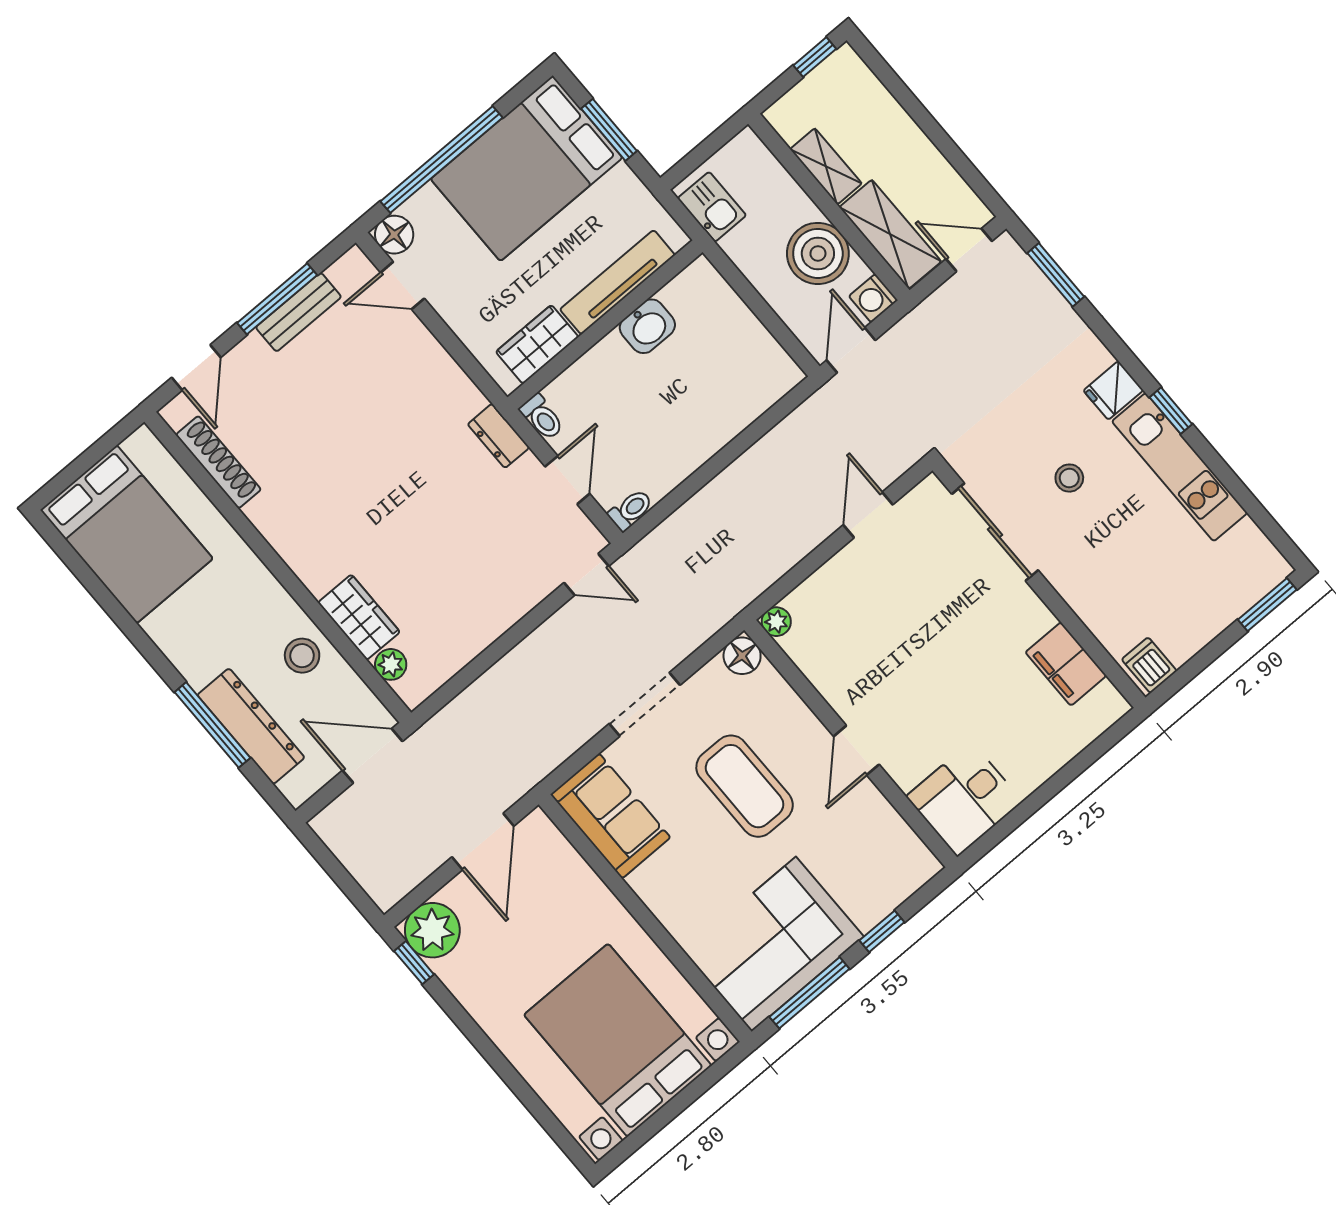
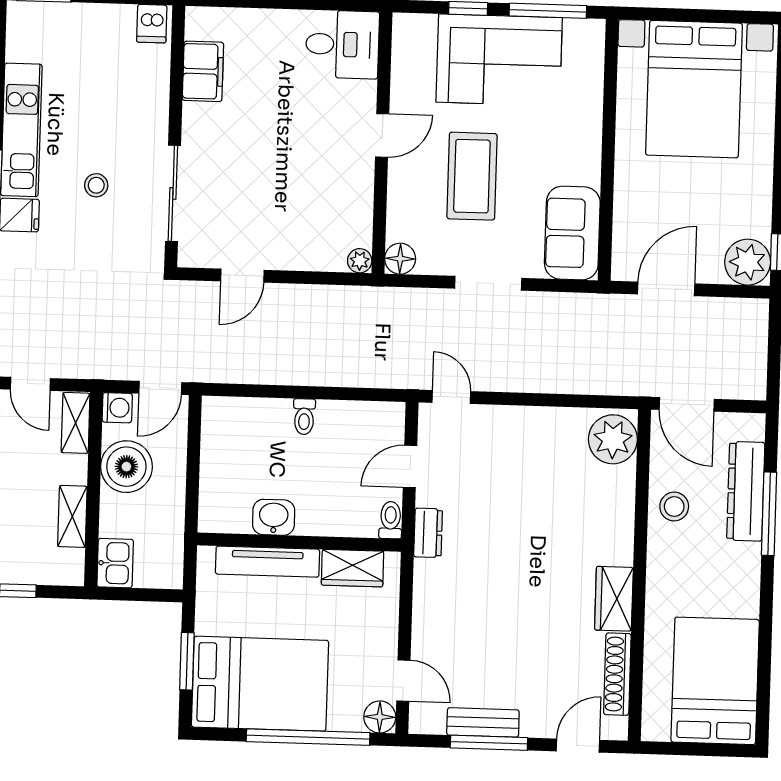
kitchen sink: (712, 207) -> (115, 563), moved, turned 180
shelving: (890, 234) -> (76, 423), width x0.67, depth x0.75
toilet: (631, 510) -> (304, 417), moved, turned -90
wardrobe: (359, 617) -> (614, 599), moved
plant: (391, 664) -> (613, 439), width x1.88, depth x1.88
corner sofa: (774, 944) -> (499, 60), moved

